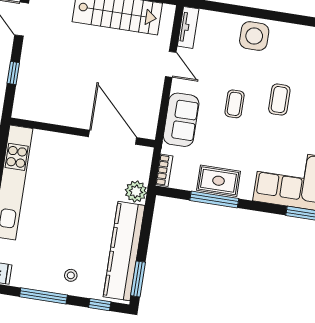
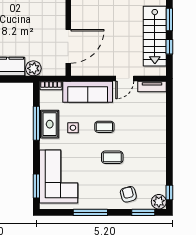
side table: (254, 36) -> (73, 128), moved, width x0.54, depth x0.54
sofa: (181, 120) -> (88, 92), width x1.36

